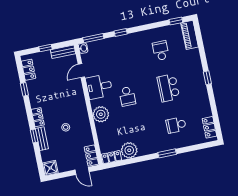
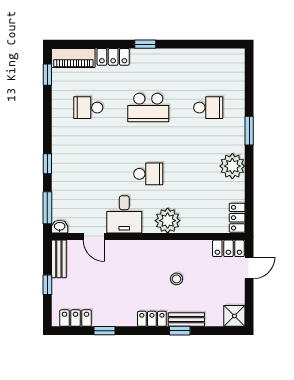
school desk: (176, 125) -> (208, 108), turned -90
locker: (209, 127) -> (113, 57), moved
plant: (129, 150) -> (232, 166), moved

